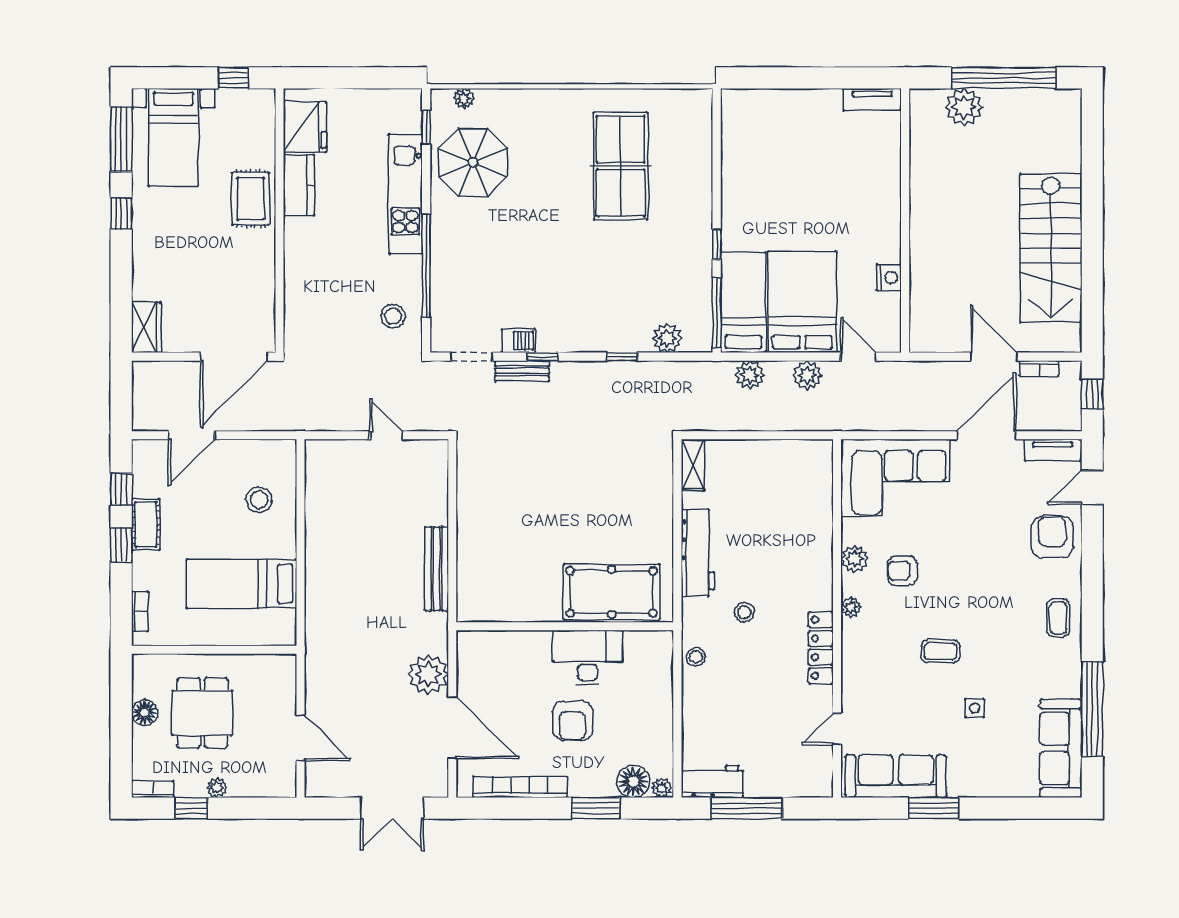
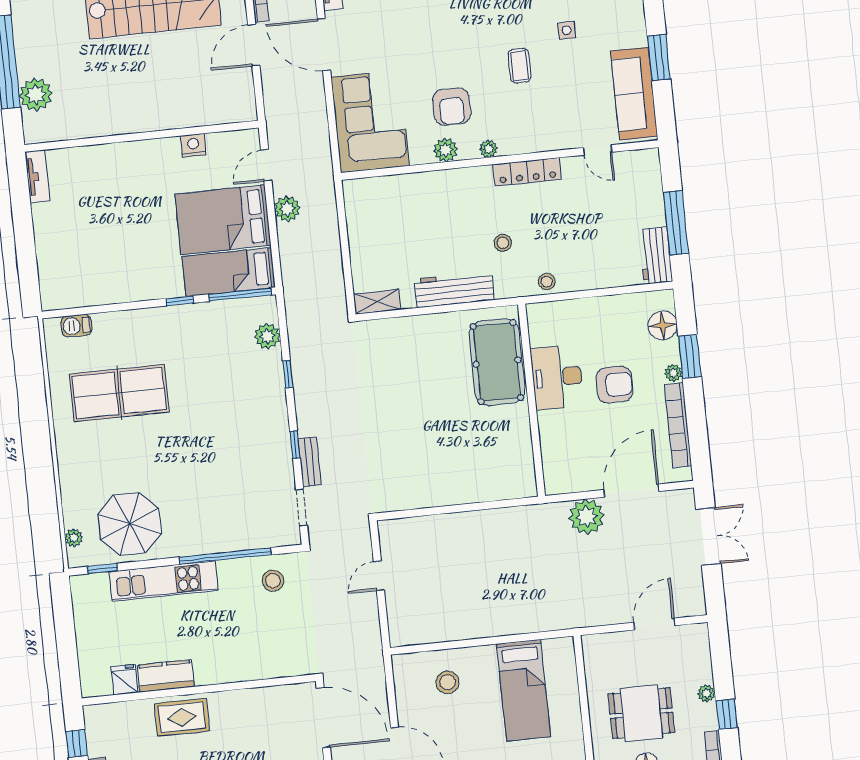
fridge: (305, 127) -> (124, 680), width x0.53, depth x0.75
barbecue: (518, 341) -> (76, 326), moved, turned -90
plant: (750, 375) -> (292, 260), removed
bench: (437, 569) -> (493, 519), removed
armchair: (902, 571) -> (452, 107), width x1.38, depth x1.38
plant: (662, 788) -> (673, 373), moved

